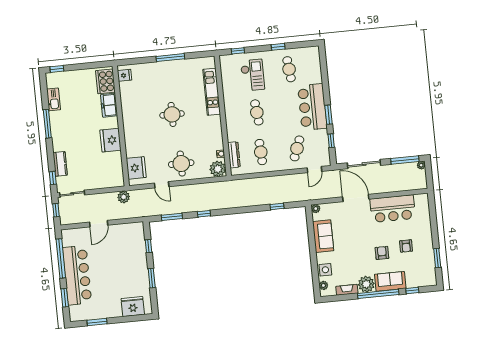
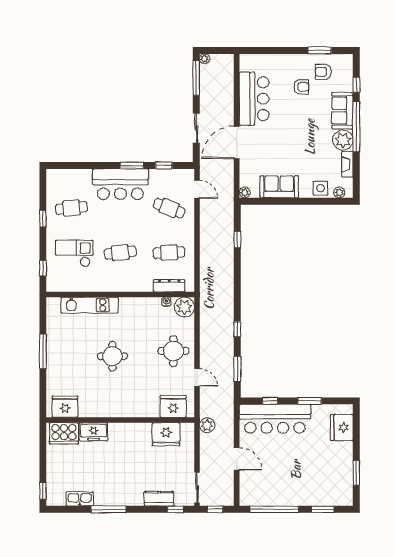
fridge: (125, 75) -> (65, 407), width x1.88, depth x1.34
fridge: (110, 140) -> (166, 434), moved
sliding door: (364, 164) -> (196, 128), width x0.73
door: (162, 185) -> (197, 377), hinge flipped
armchair: (382, 253) -> (323, 72), moved
bar counter: (77, 275) -> (275, 419), moved, turned 180

